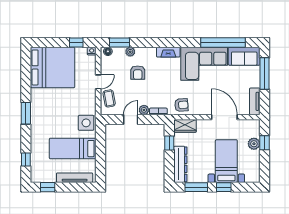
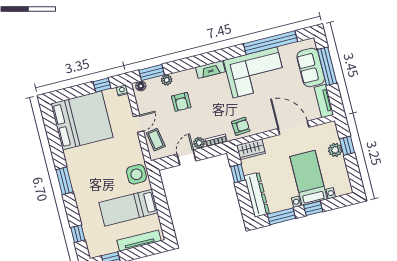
sofa: (244, 56) -> (311, 68), moved, turned 90

